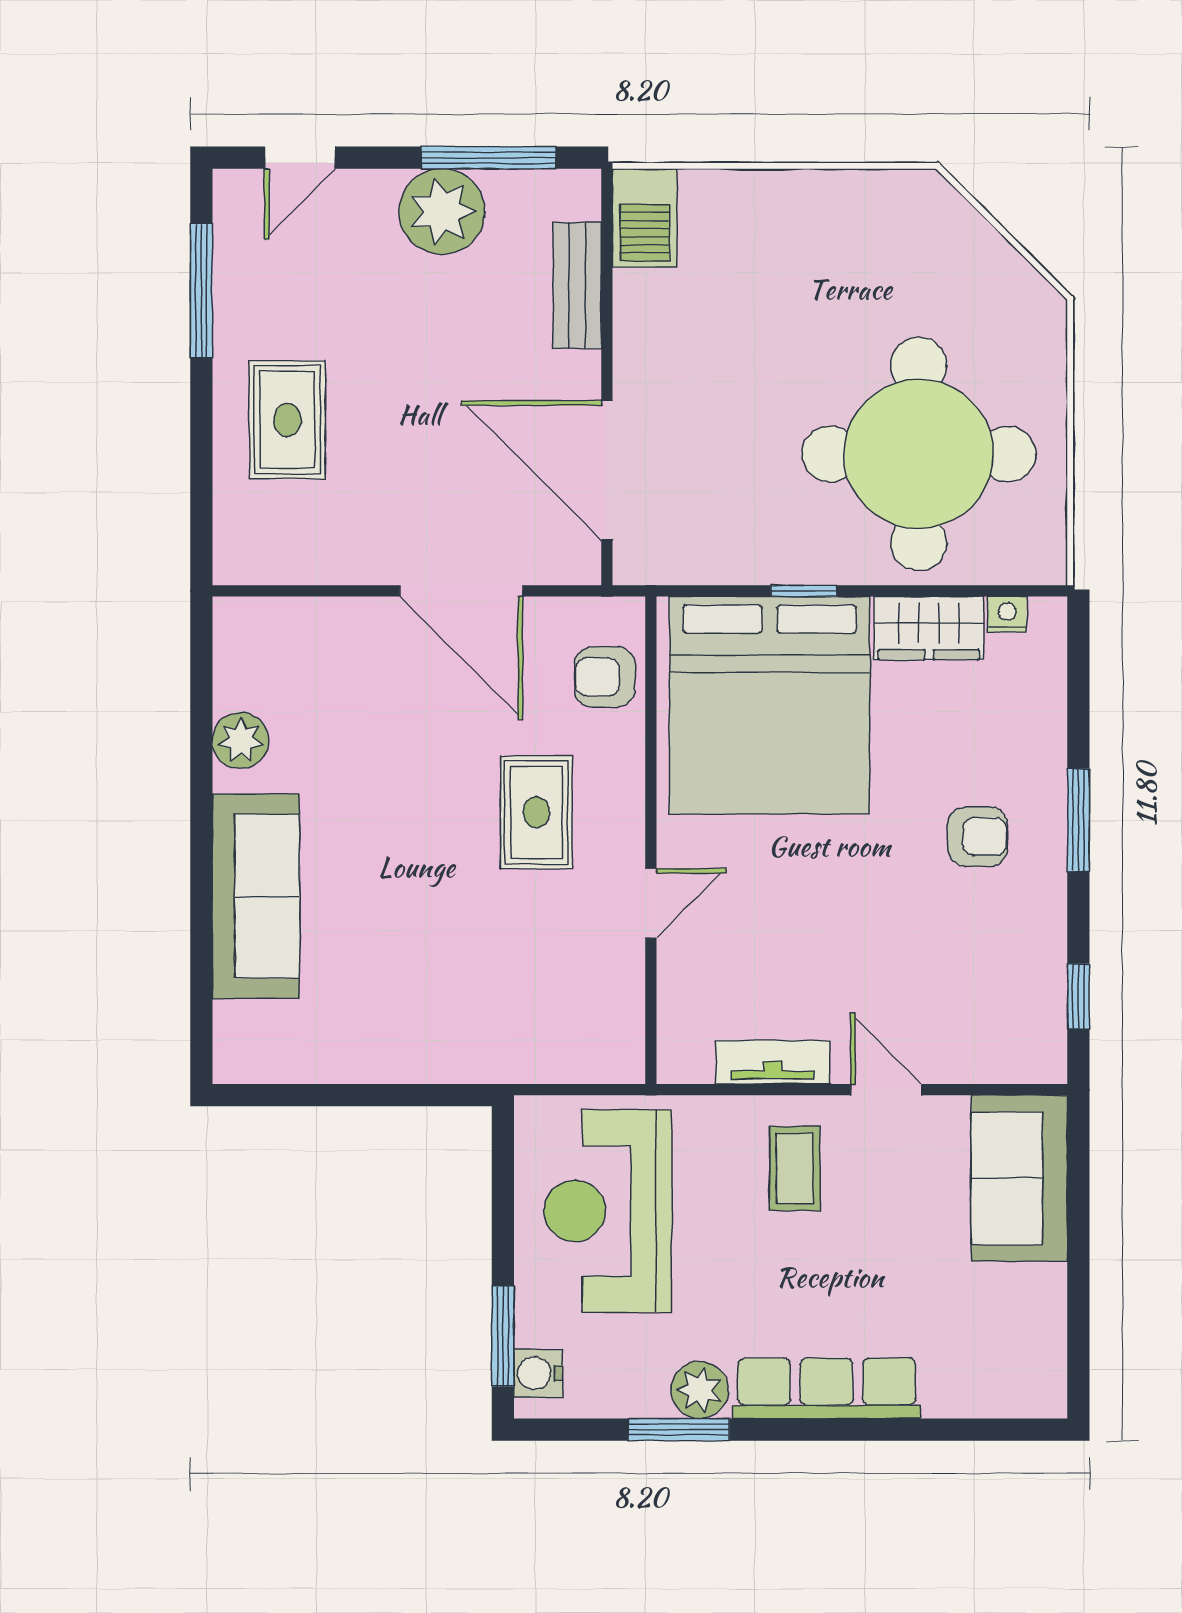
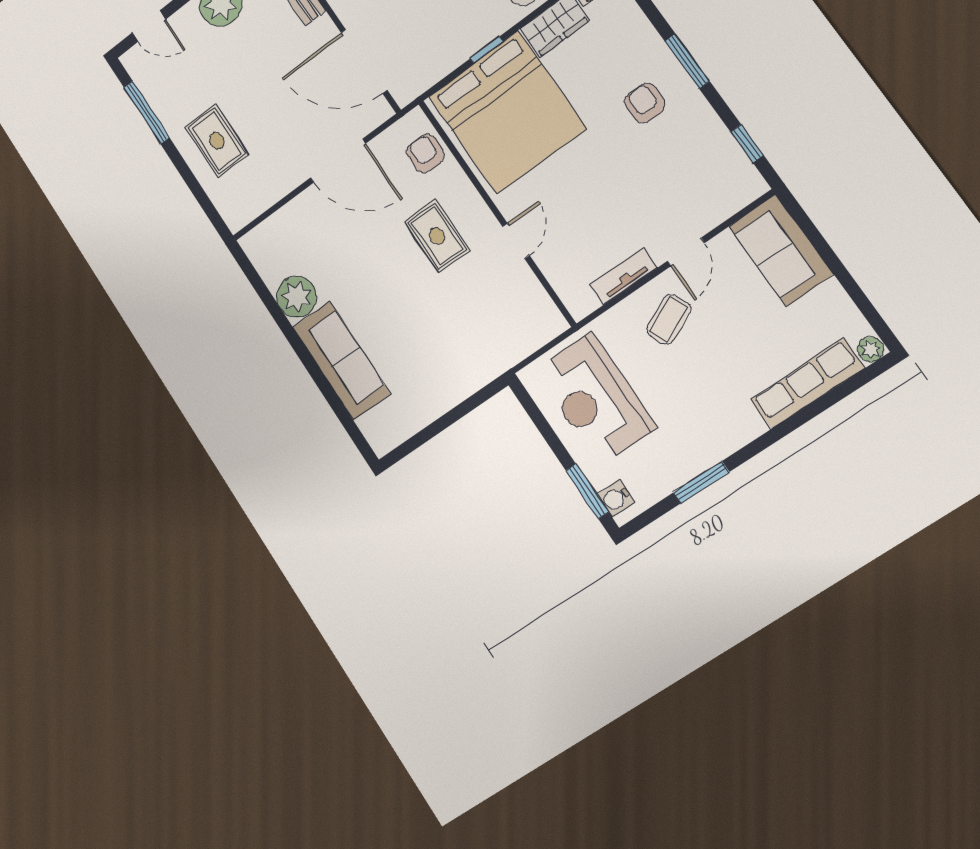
door: (300, 158) -> (149, 26), hinge flipped
armchair: (605, 677) -> (425, 153), turned 90
plant: (241, 740) -> (297, 297), width x1.36, depth x1.36
armchair: (977, 837) -> (645, 103), turned -90
door: (886, 1090) -> (686, 252), swing flipped
coffee table: (795, 1169) -> (669, 319), turned 66
row of seats: (827, 1388) -> (807, 384), moved
plant: (700, 1390) -> (871, 349), moved, width x0.73, depth x0.73

